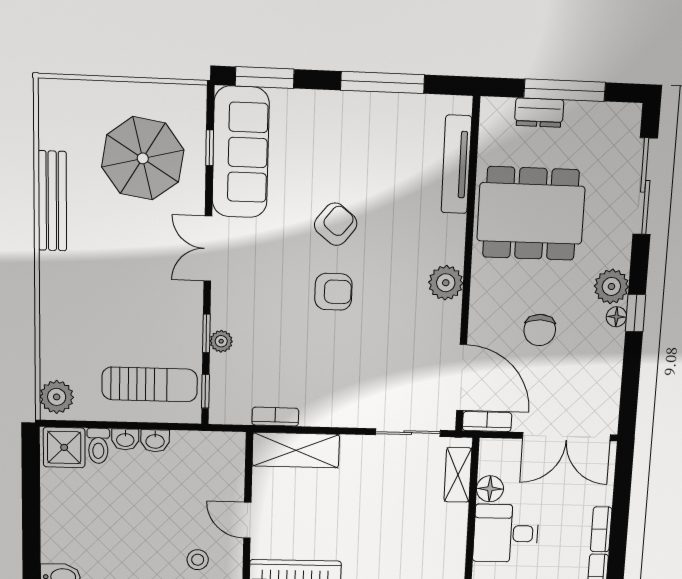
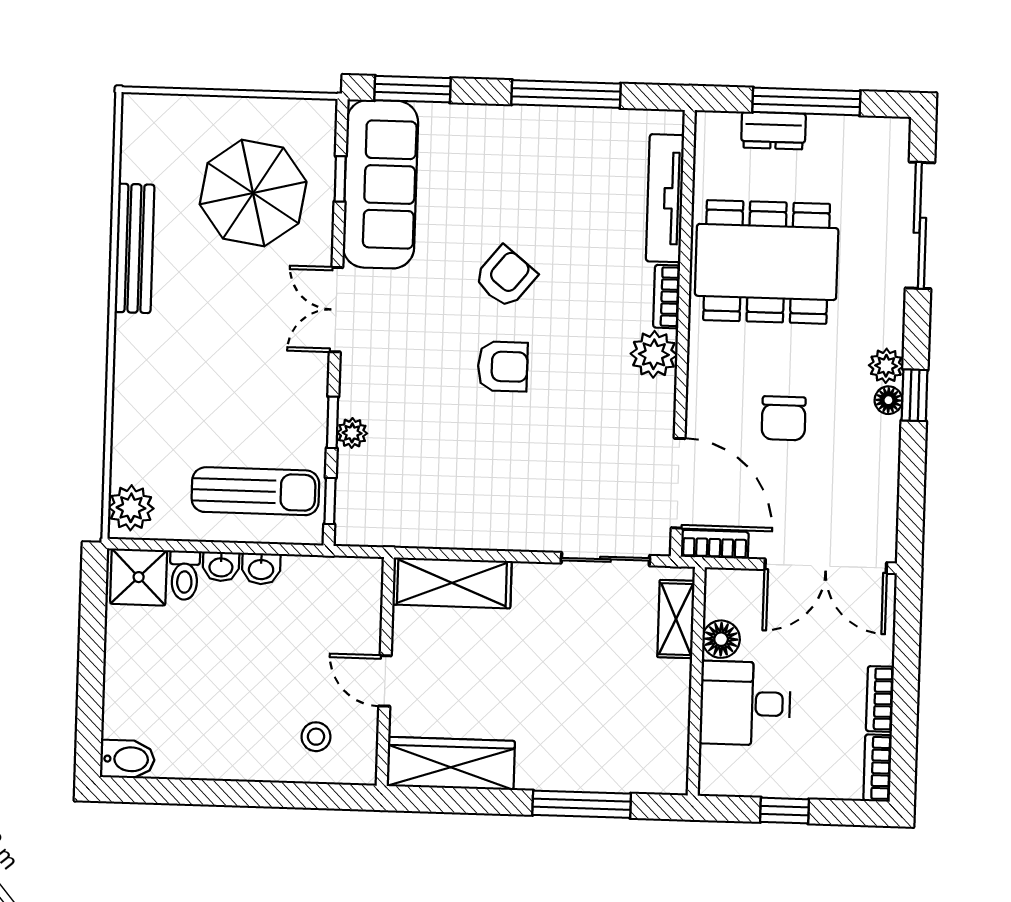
plant: (611, 286) -> (886, 366), width x0.73, depth x0.73
bookcase: (275, 417) -> (667, 297), moved, turned -90

